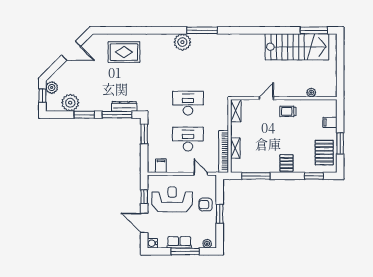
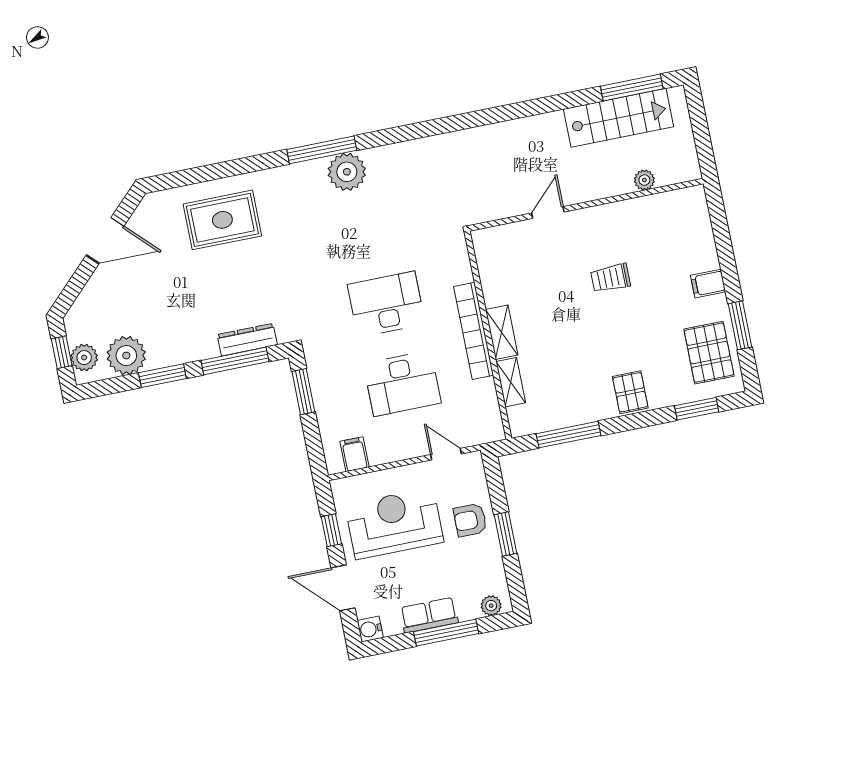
window: (202, 30) -> (322, 150), moved
stairs: (297, 47) -> (618, 118), width x0.73, depth x0.66
plant: (52, 88) -> (84, 358), moved
plant: (311, 93) -> (644, 180), moved
door: (266, 98) -> (548, 212), moved
wall: (284, 98) -> (586, 205), moved
shelving: (236, 111) -> (502, 332), moved
desk: (188, 139) -> (402, 383), turned 180
bookcase: (224, 151) -> (474, 331), moved

